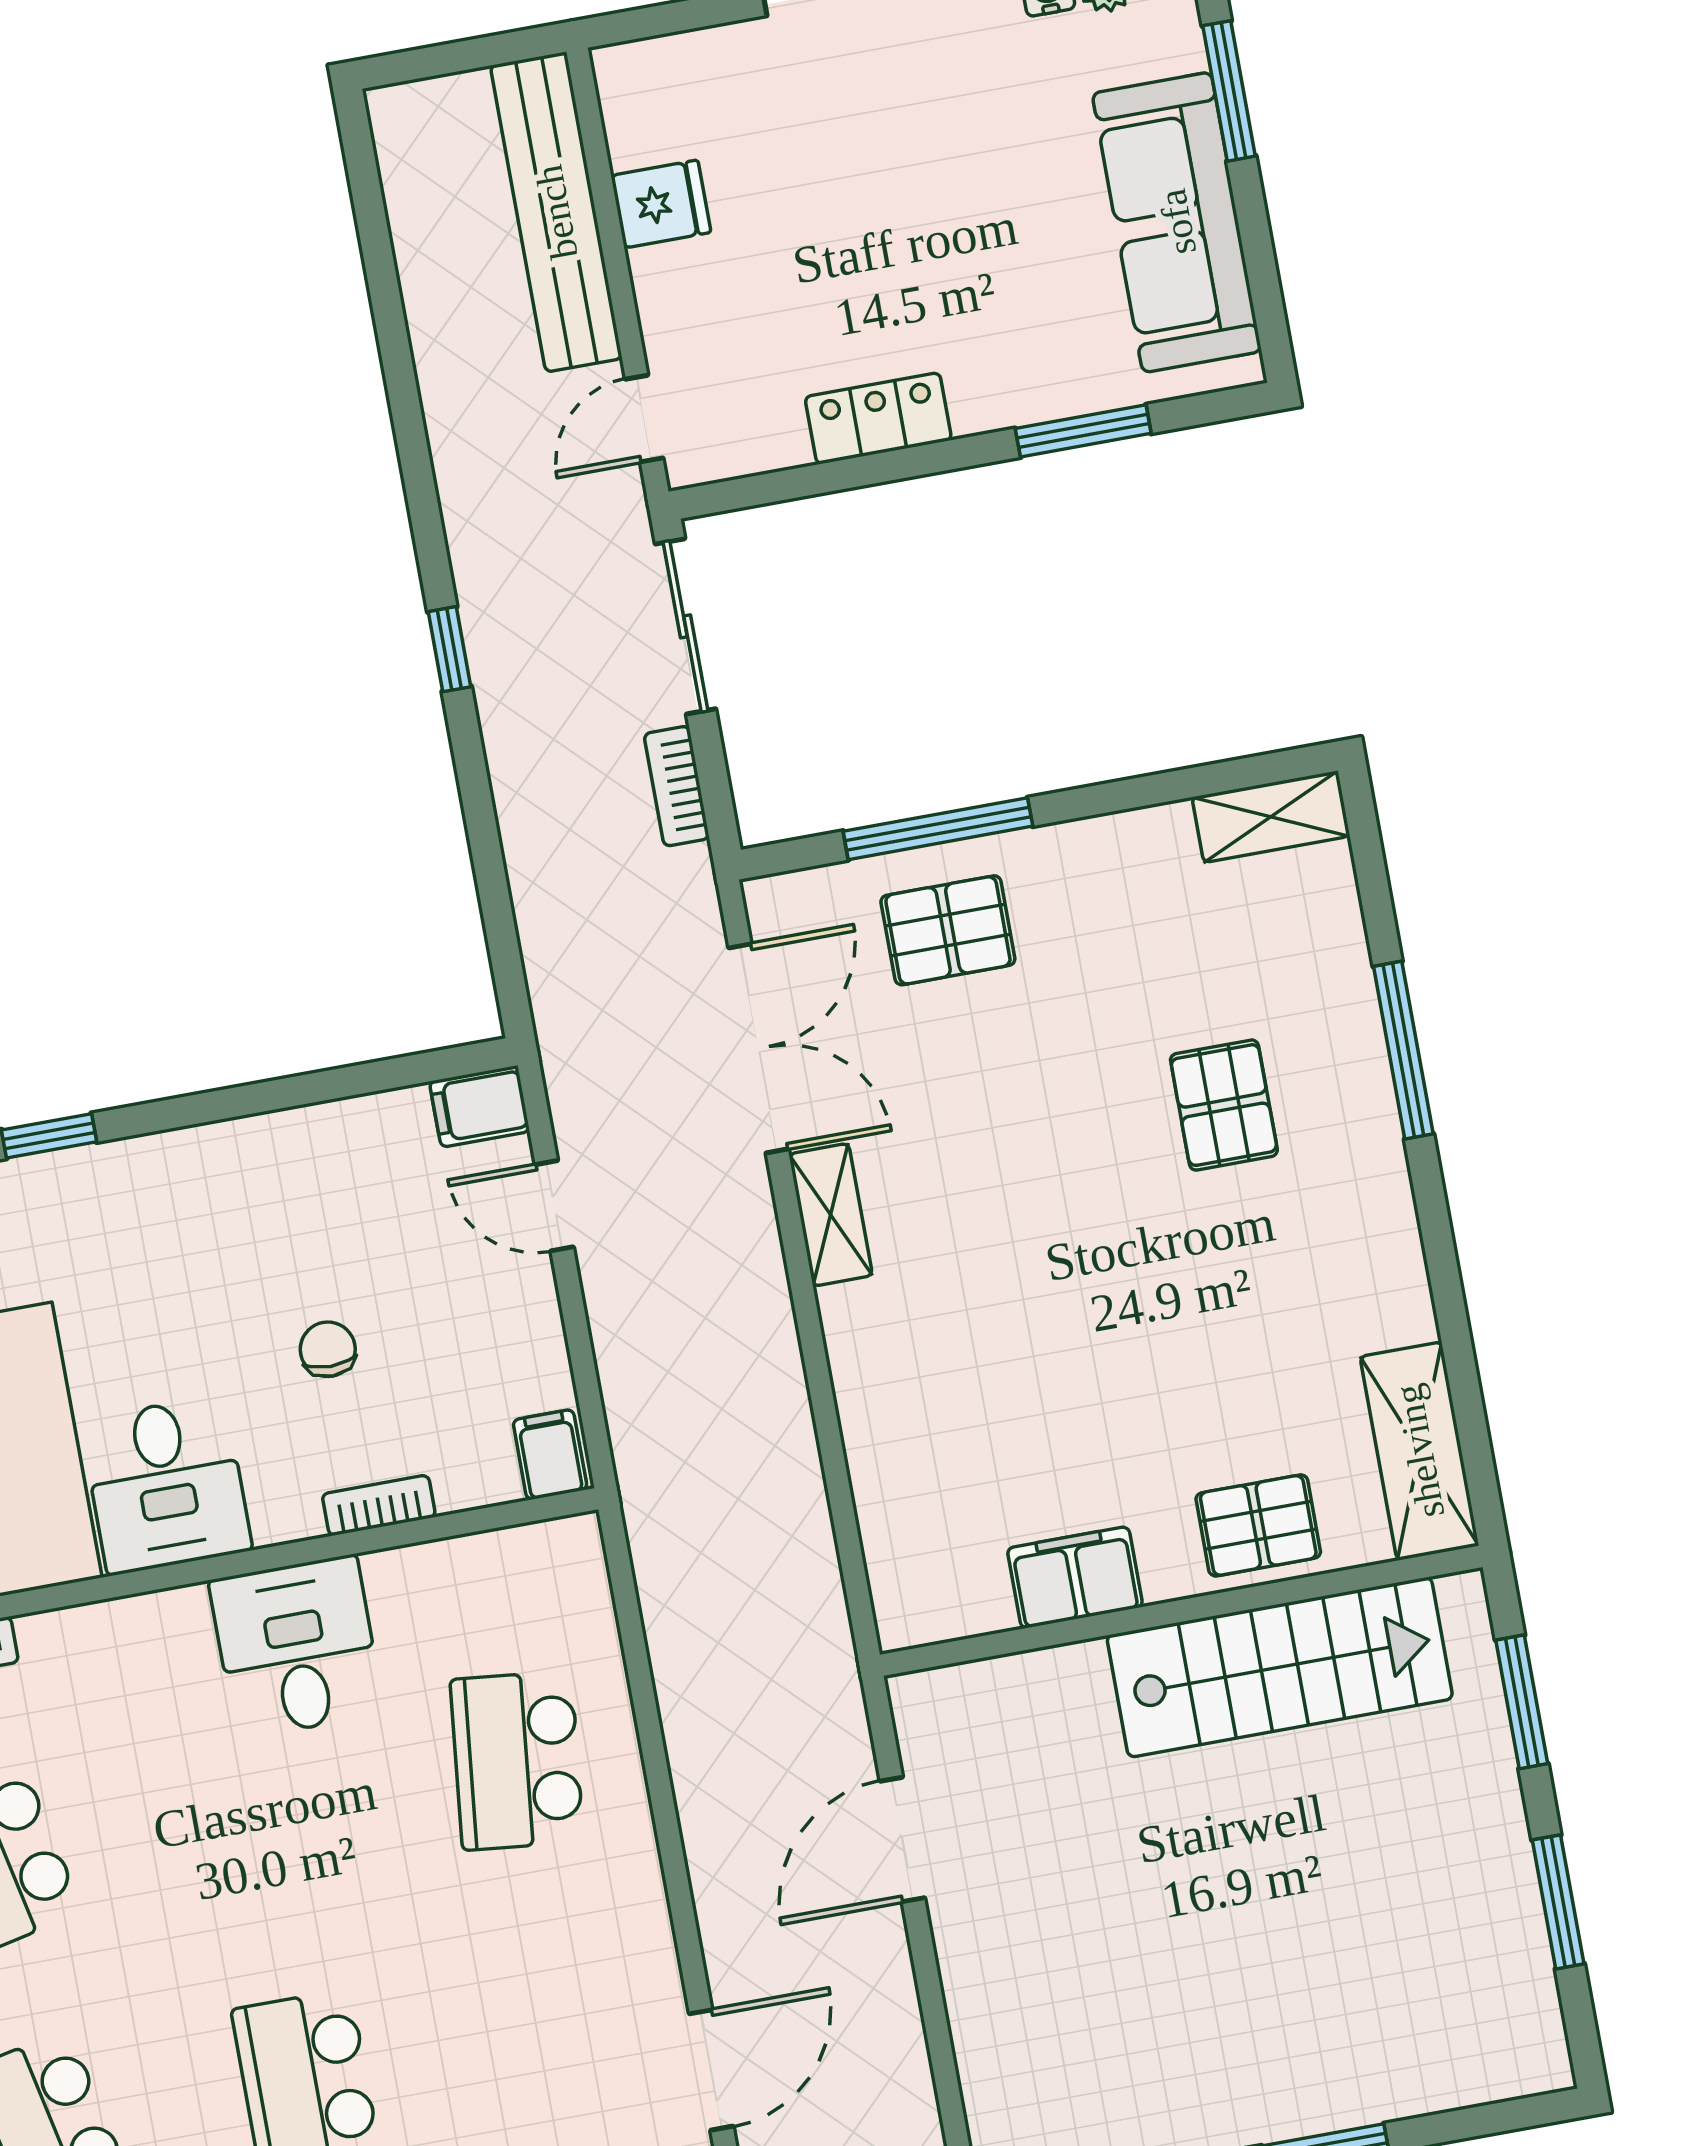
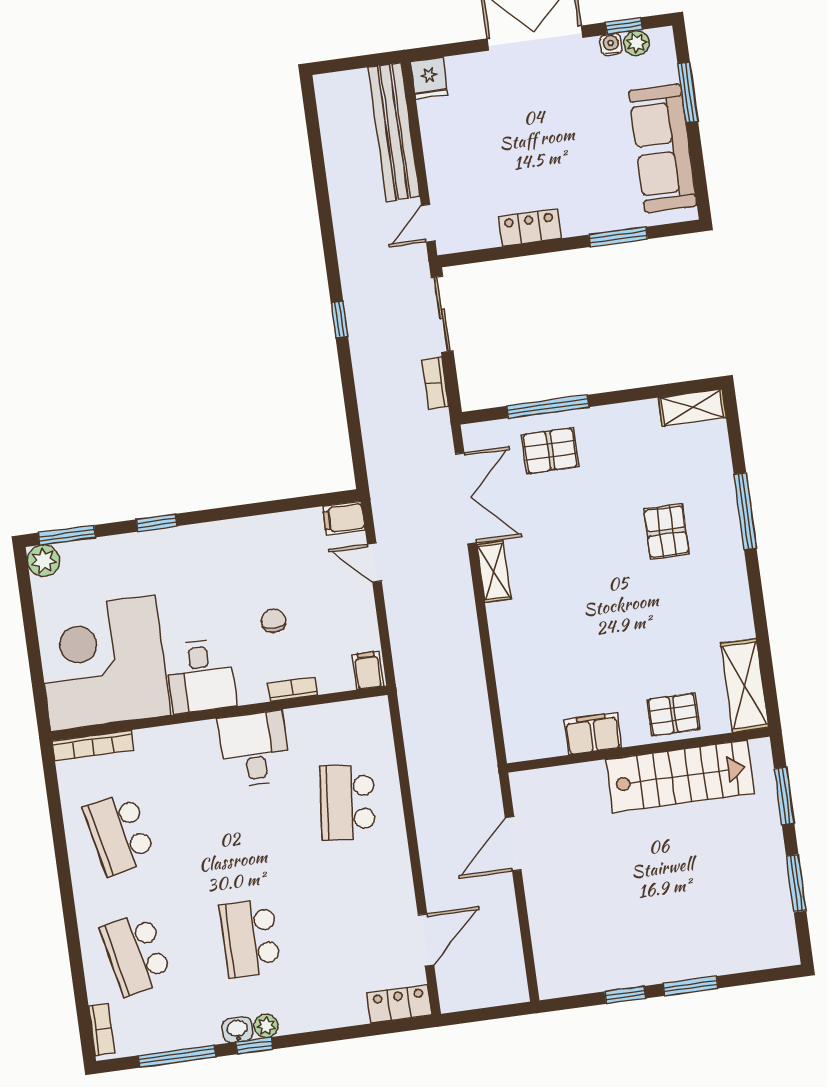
fridge: (661, 204) -> (429, 78), moved, turned 90

